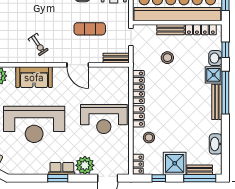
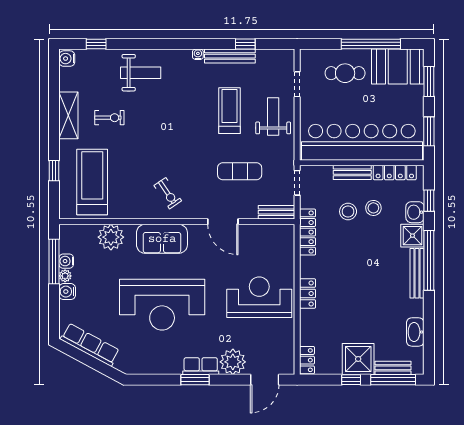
locker: (138, 87) -> (307, 232), moved
reception desk: (104, 119) -> (259, 297), turned 180
stool: (149, 138) -> (373, 208), moved
window: (159, 178) -> (351, 380), moved

